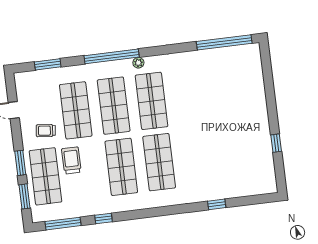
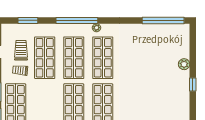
plant: (259, 96) -> (184, 64), added
window: (276, 143) -> (193, 85), moved
trolley: (71, 160) -> (21, 50), moved

